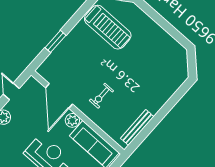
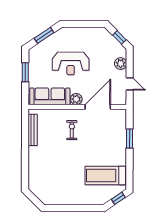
door: (59, 96) -> (98, 107), hinge flipped

